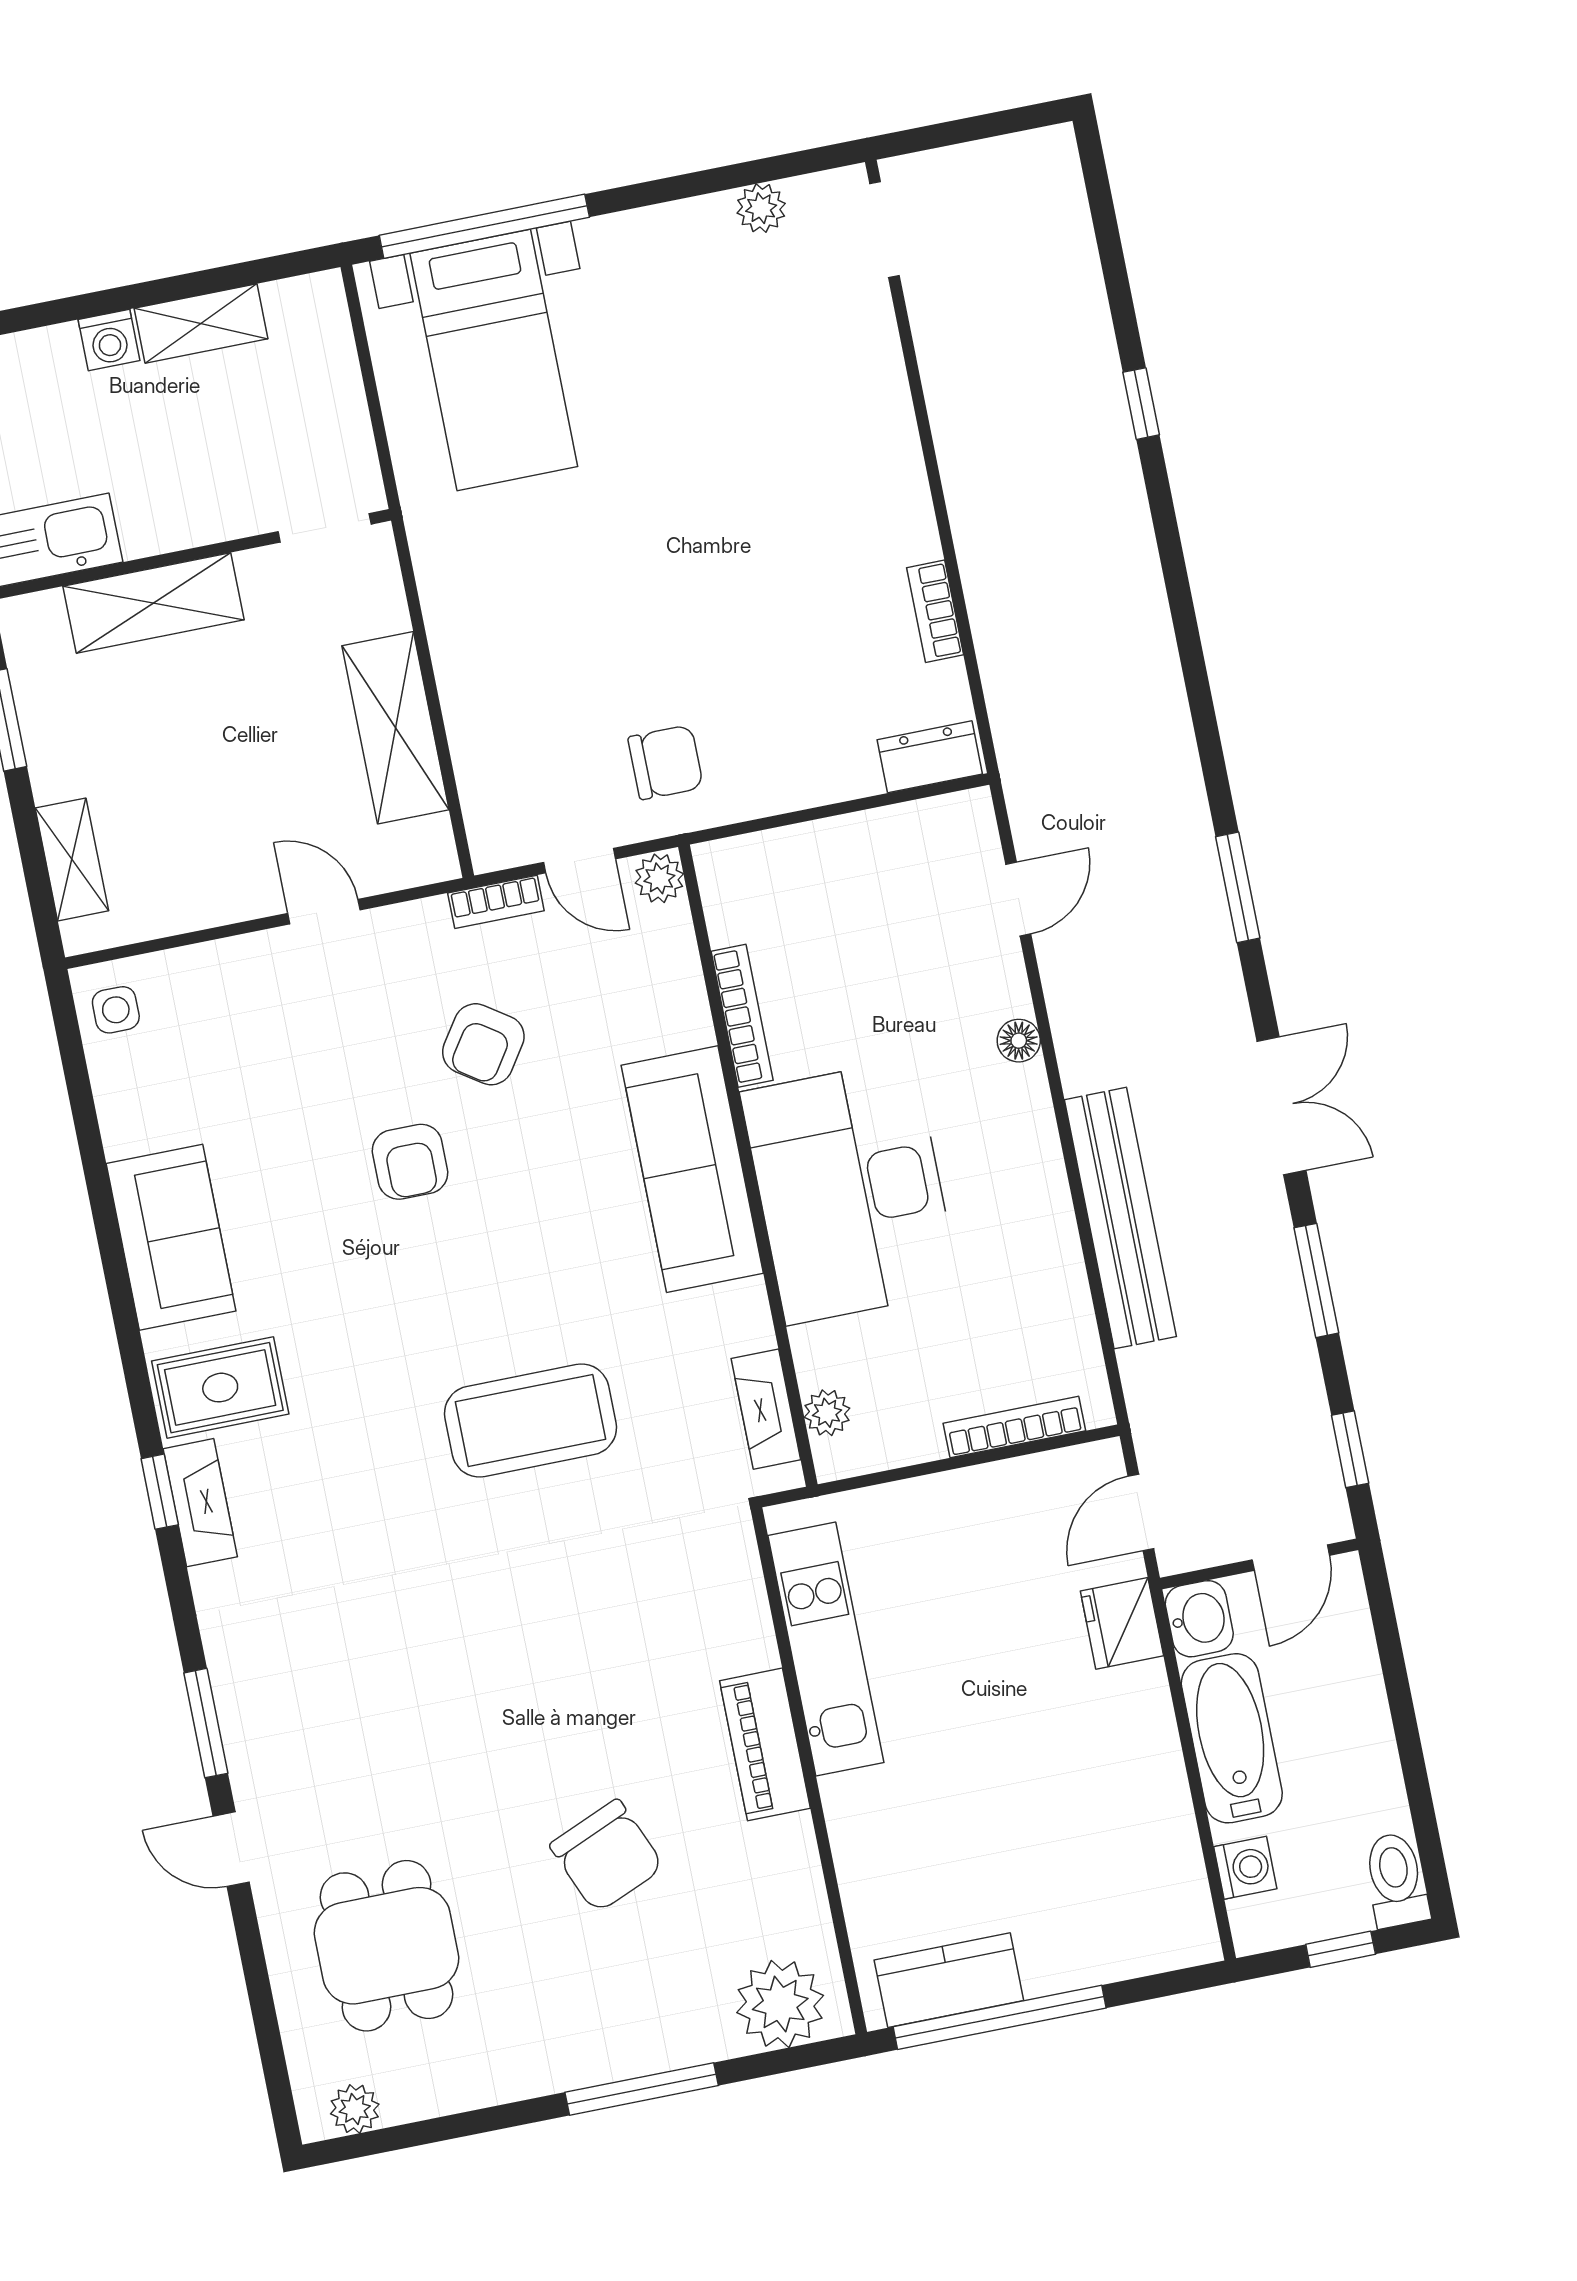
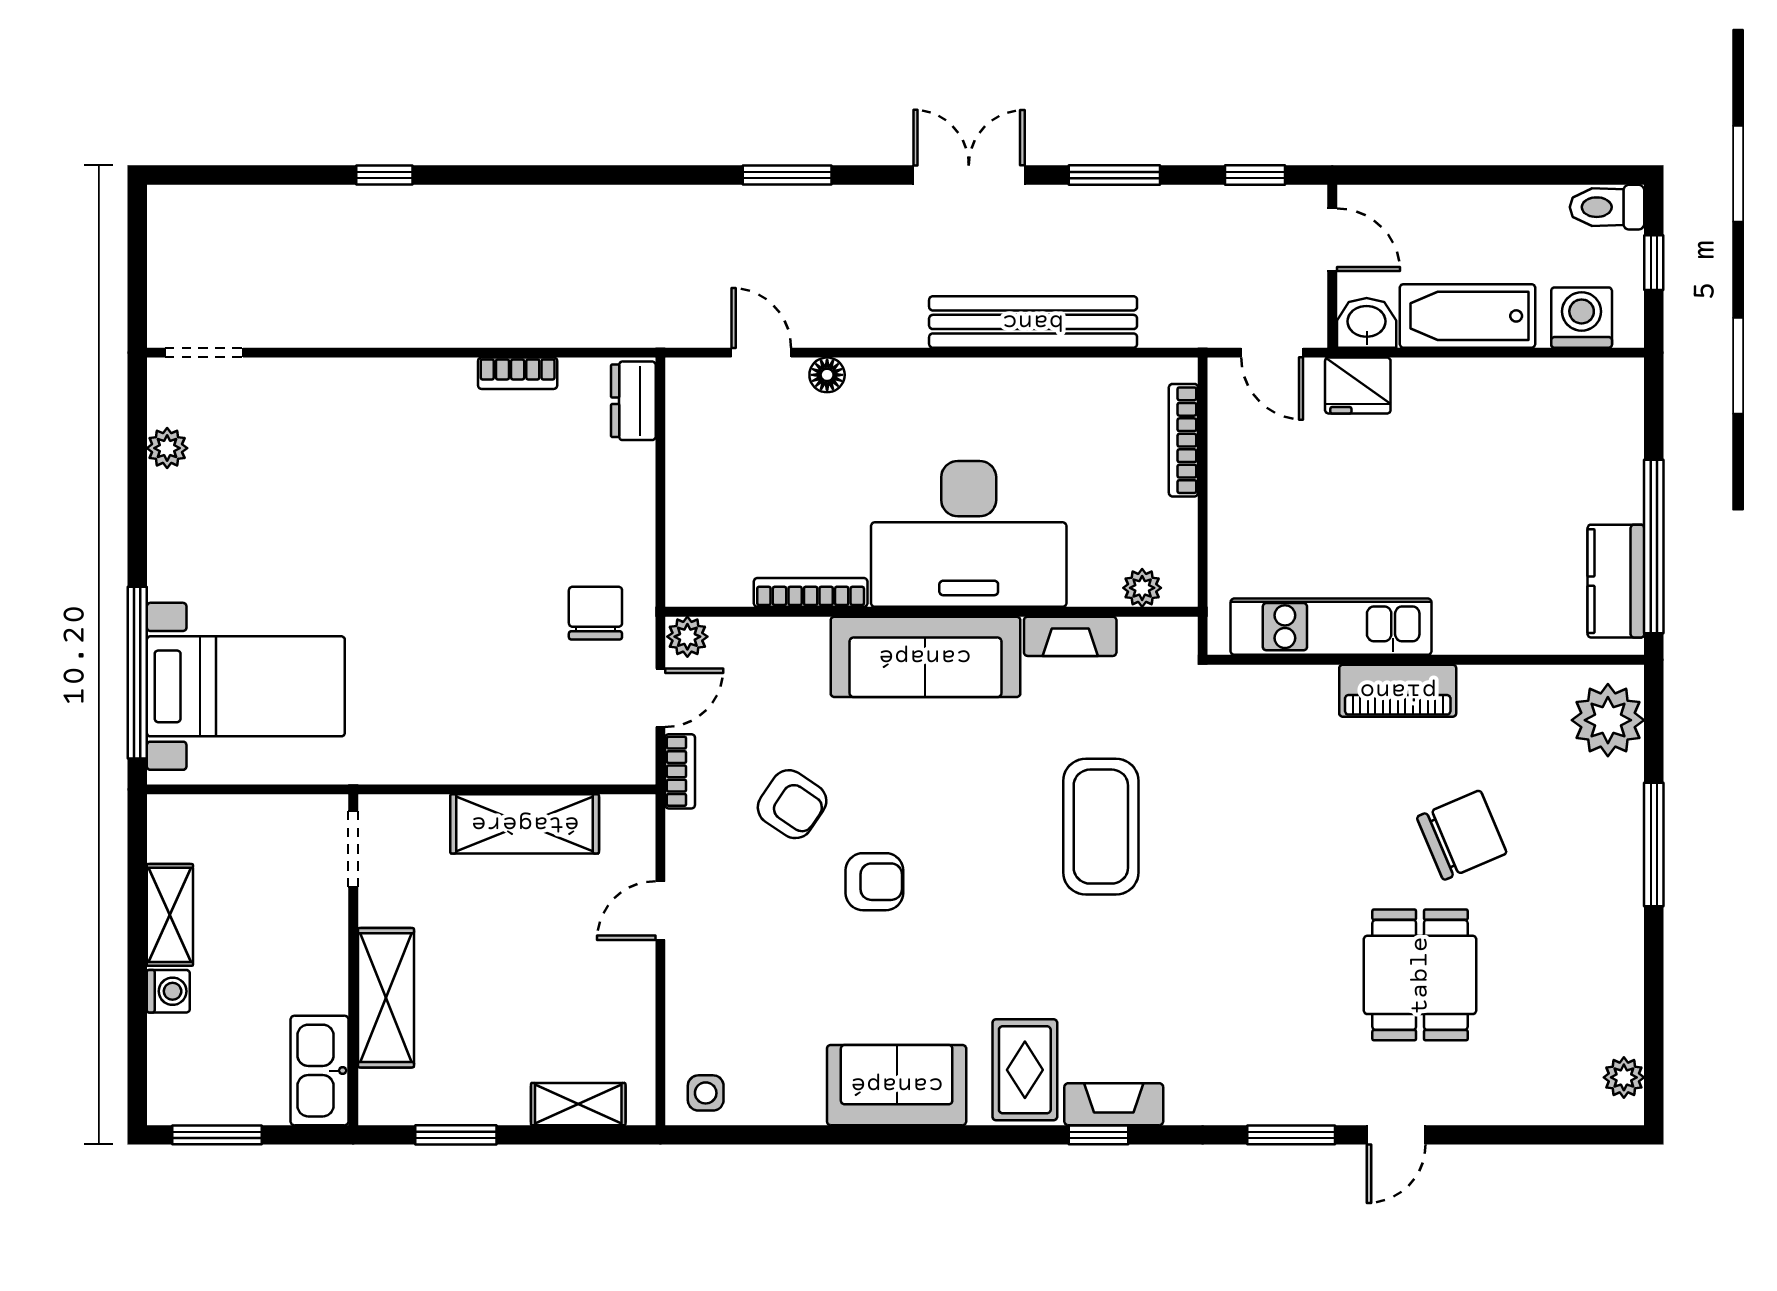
floor lamp: (1019, 1041) -> (827, 375), moved
fireplace: (766, 1409) -> (1070, 636), moved
washing machine: (1245, 1868) -> (1582, 318), width x1.38, depth x1.38
dining table: (386, 1946) -> (1420, 975), moved, turned 90

